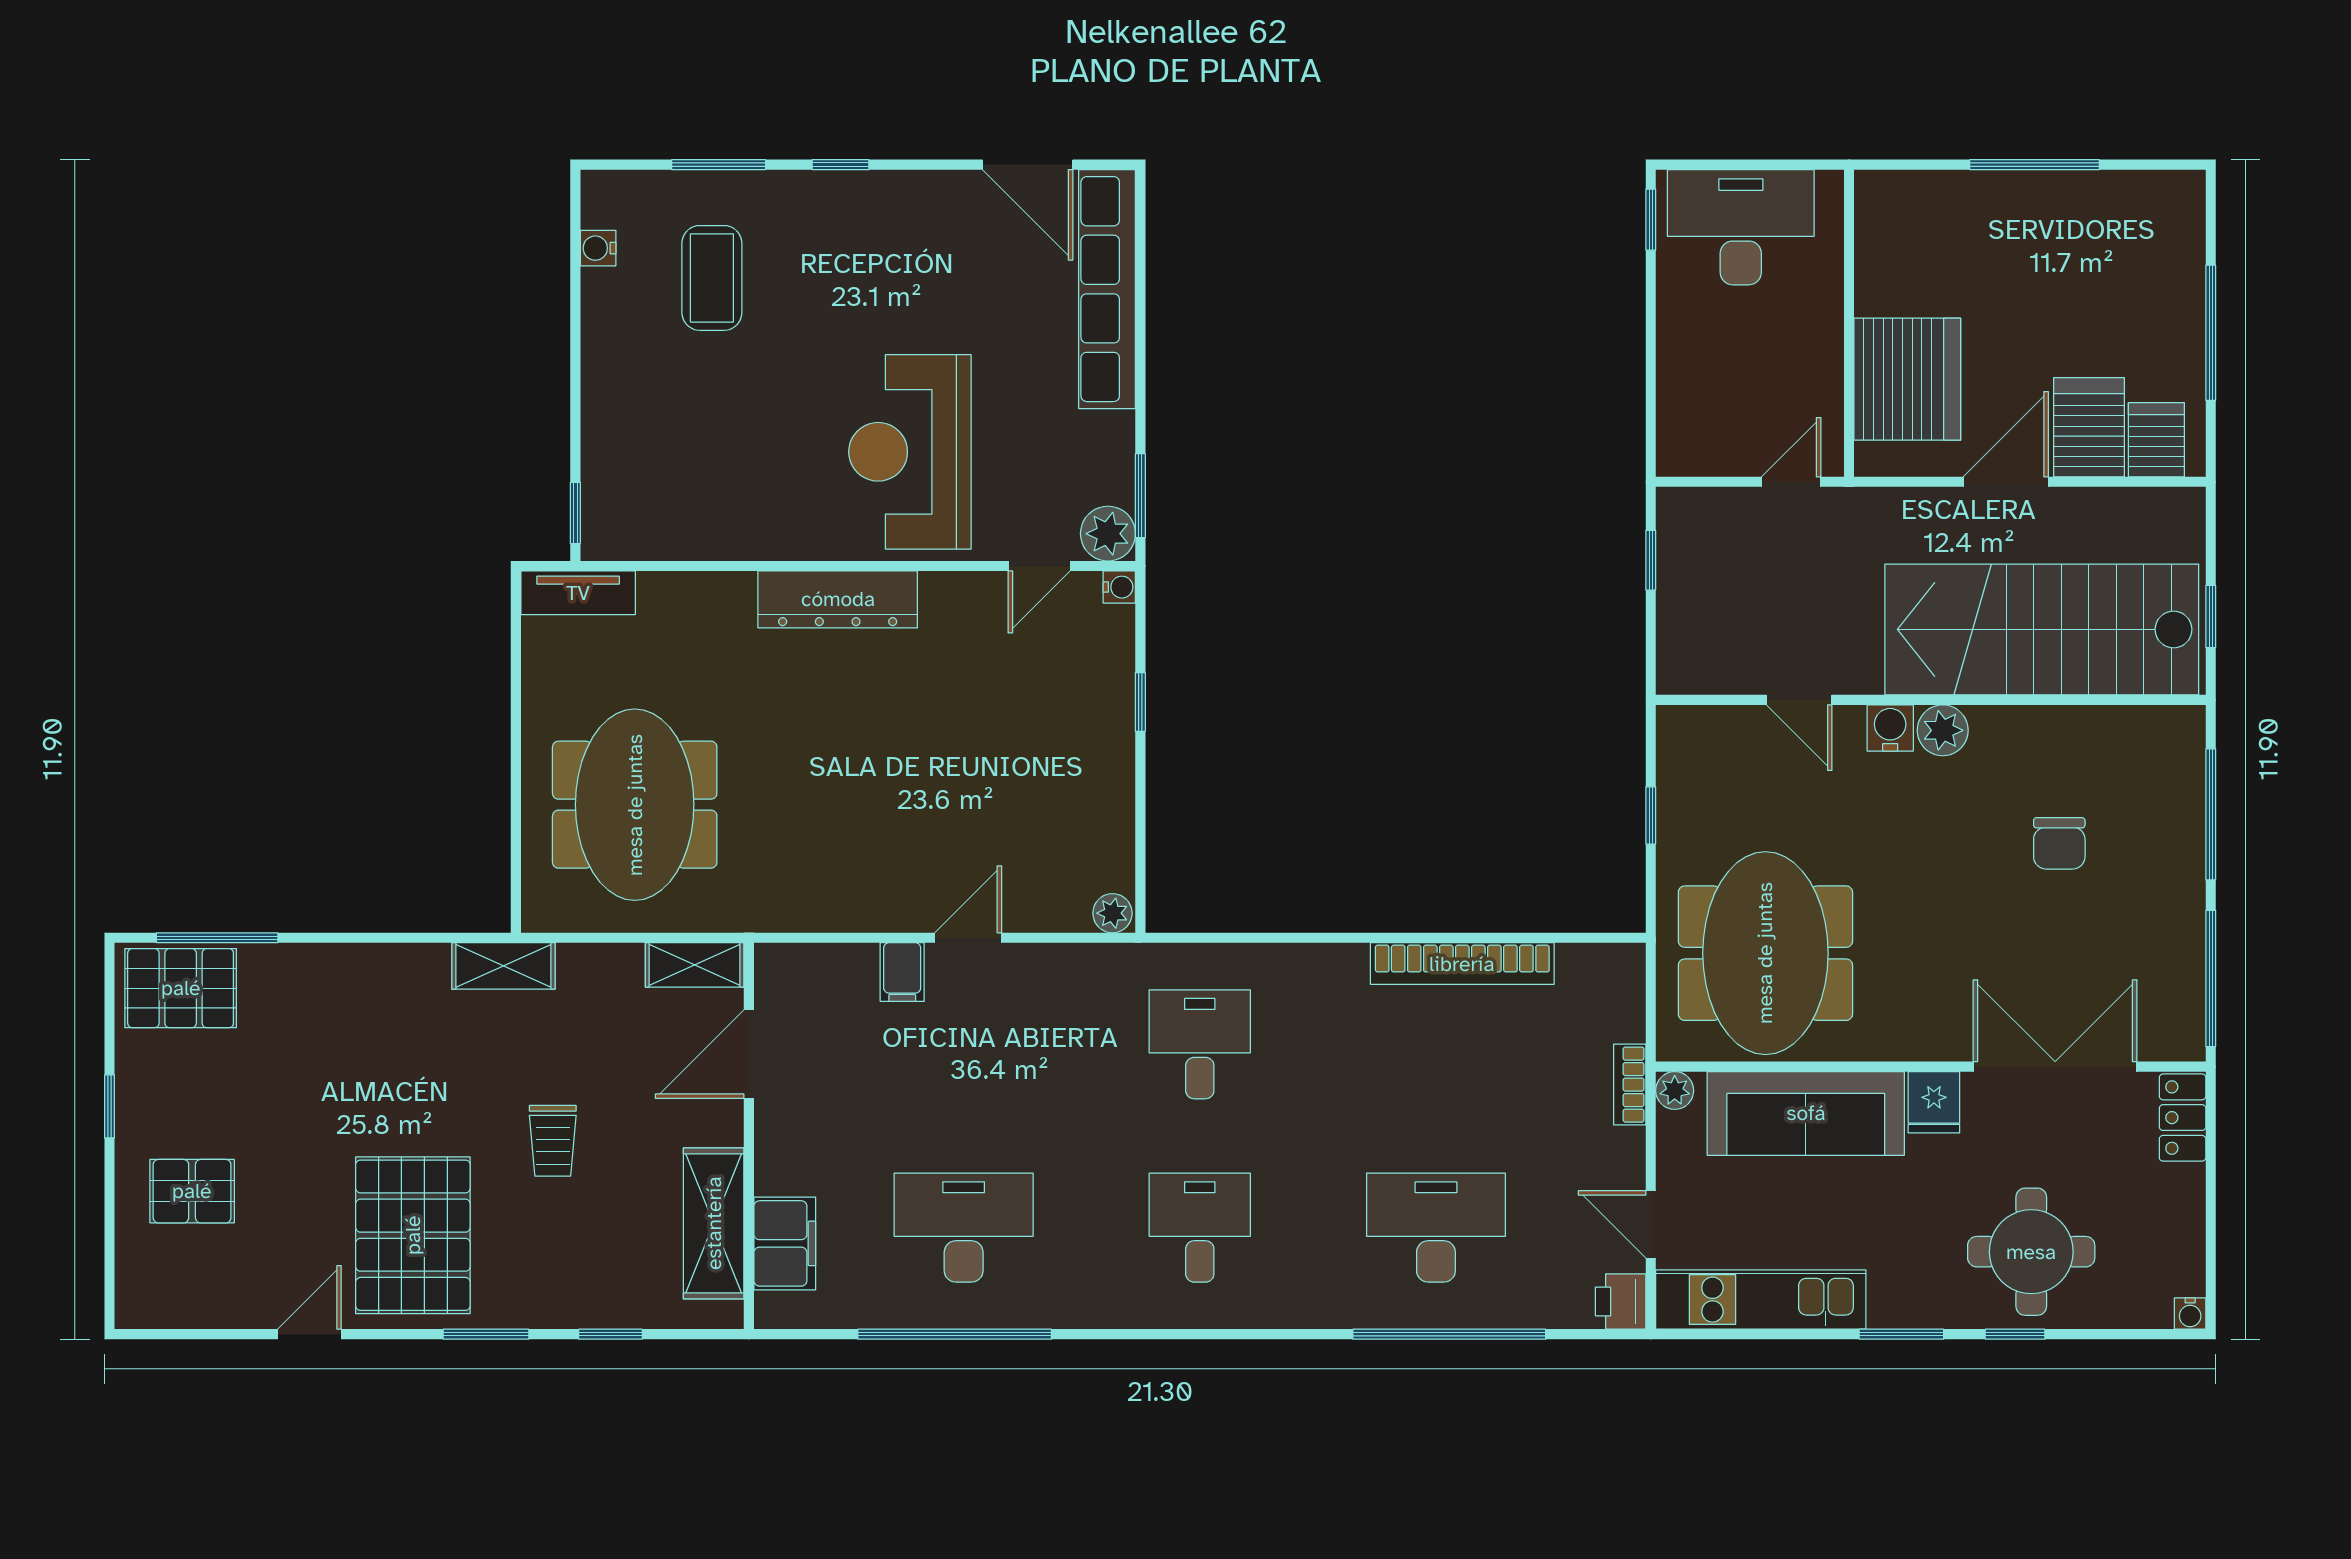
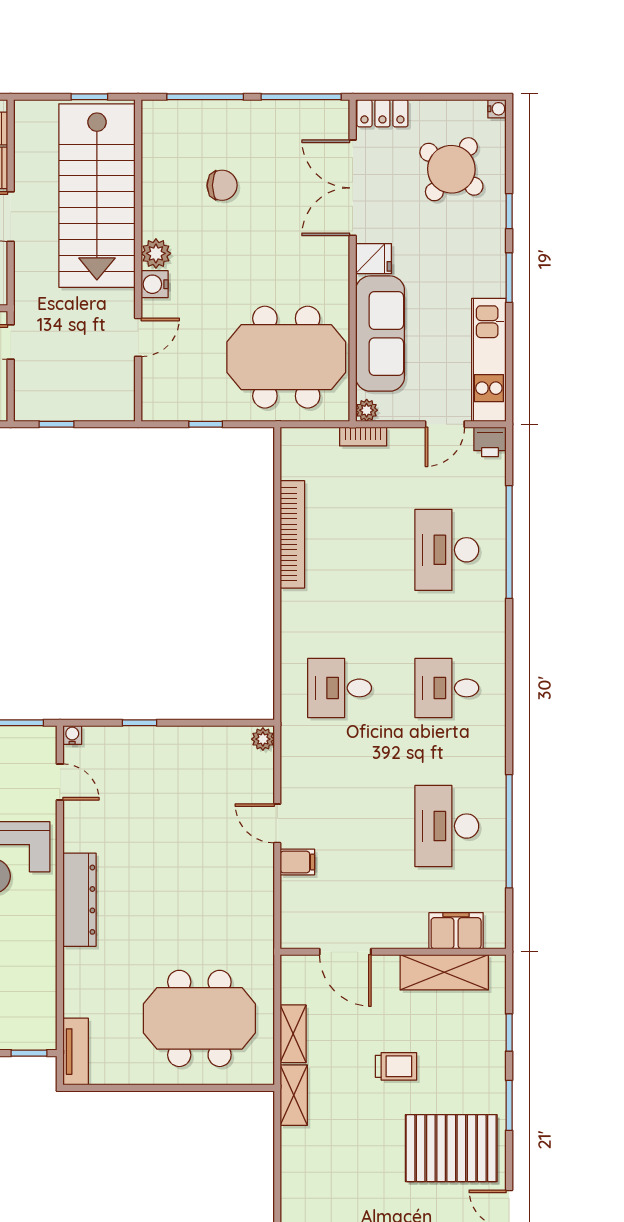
plant: (1108, 534) -> (41, 742), removed
shelving: (695, 965) -> (293, 1034), moved
round table: (2031, 1252) -> (451, 169), moved, turned 37

